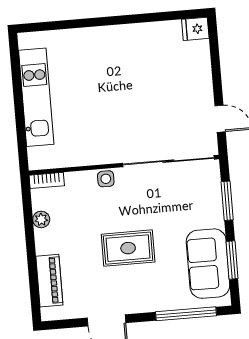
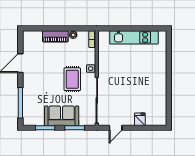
fridge: (195, 29) -> (140, 119), moved
rug: (128, 248) -> (72, 79), moved
sofa: (208, 264) -> (62, 116), moved
piano: (49, 281) -> (55, 36), moved

